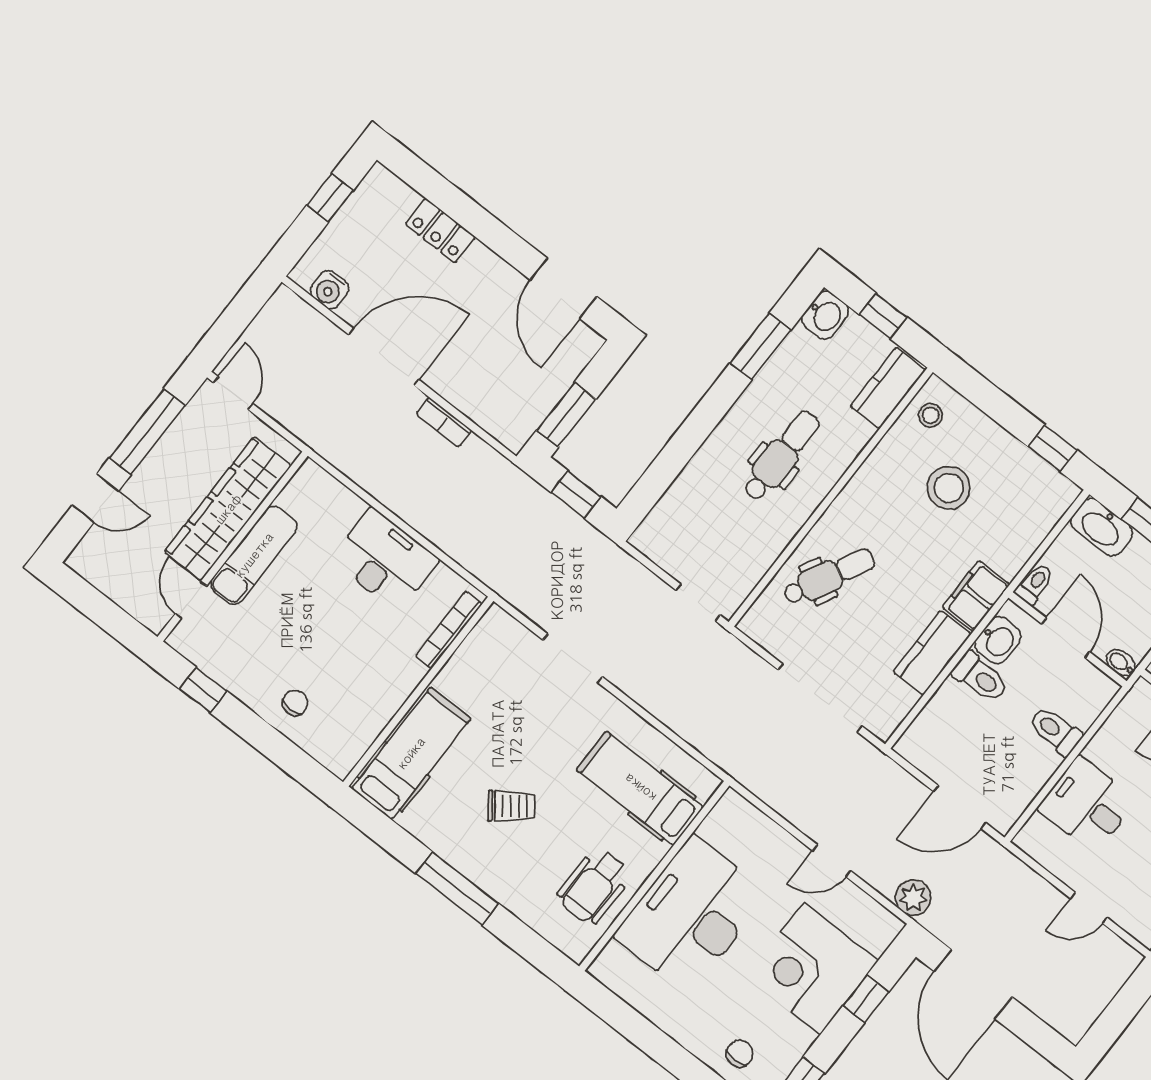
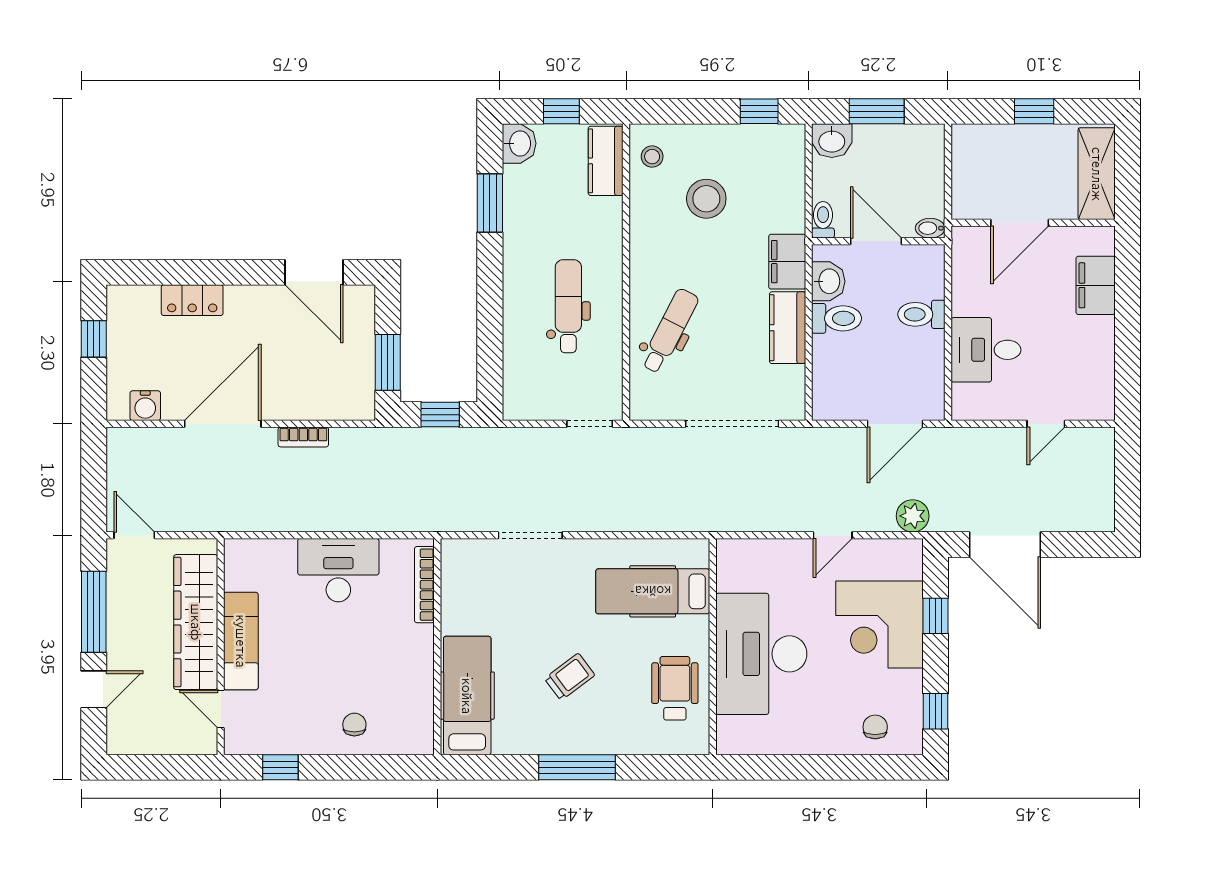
dental chair: (781, 456) -> (568, 306), moved
washbasin: (1102, 527) -> (832, 141), width x0.72
wheelchair: (594, 886) -> (675, 688), turned 180

